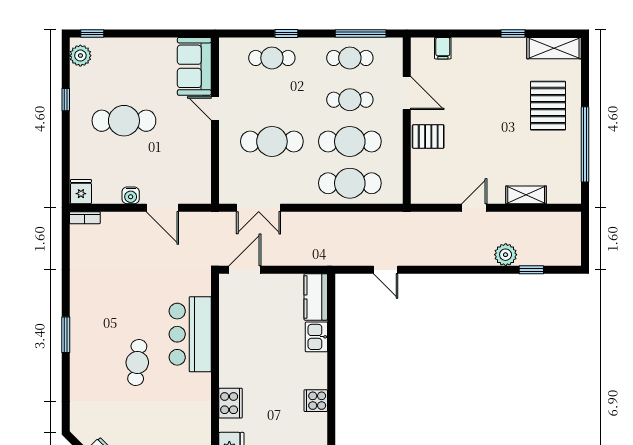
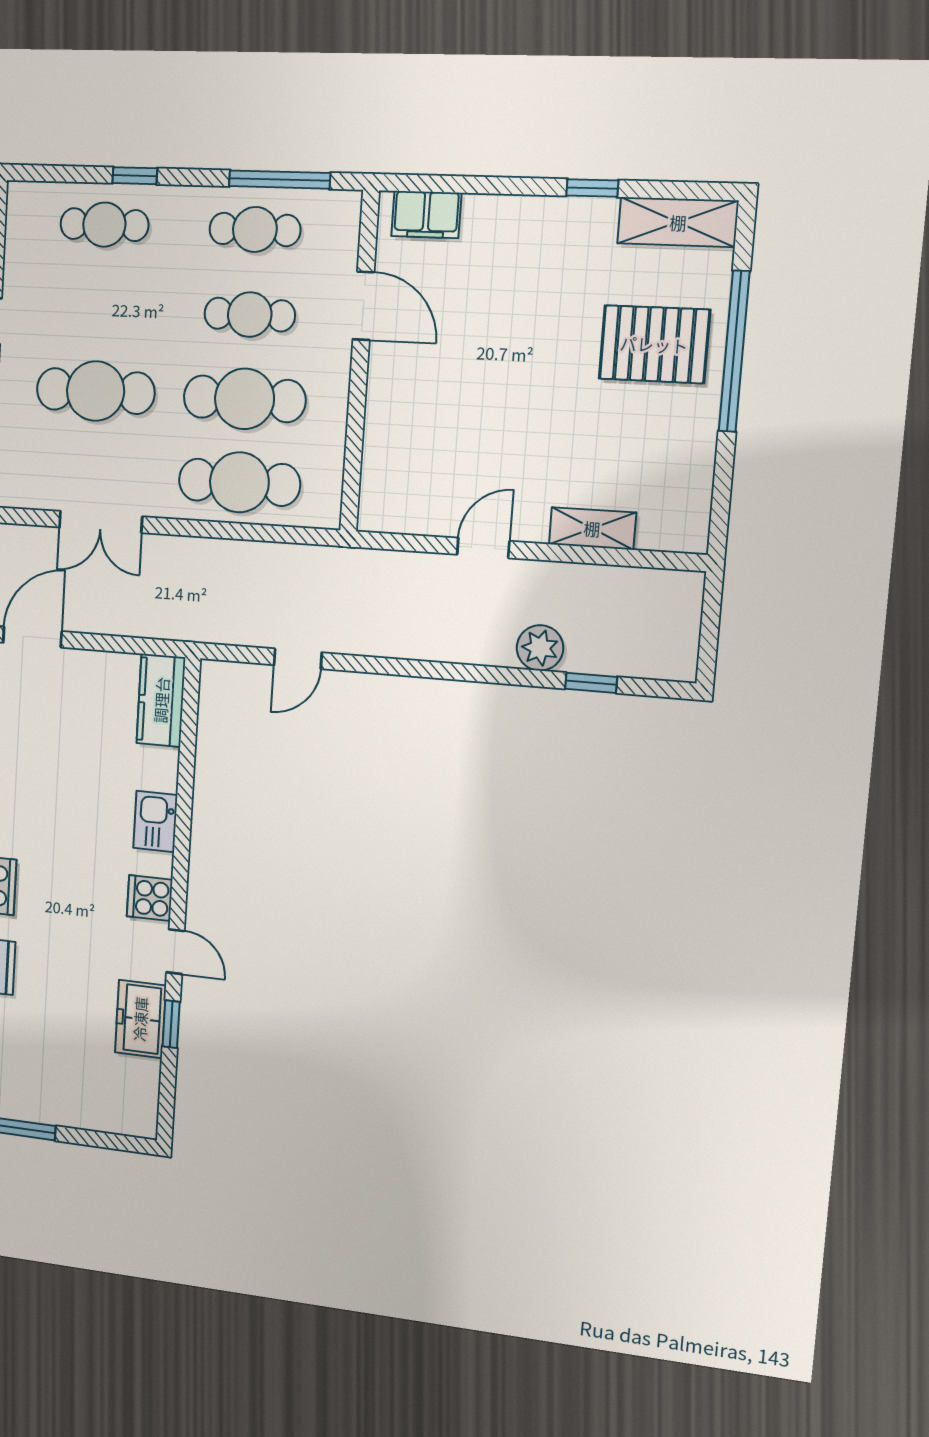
filing cabinet: (443, 48) -> (426, 214), width x2.00
pallet: (548, 106) -> (654, 344), turned 90
pallet: (428, 136) -> (400, 397), removed
window: (585, 144) -> (734, 351), moved
double door: (259, 208) -> (101, 522), moved
door: (386, 270) -> (298, 659), hinge flipped
kitchen sink: (316, 337) -> (155, 821), moved
door: (331, 427) -> (175, 952), added

